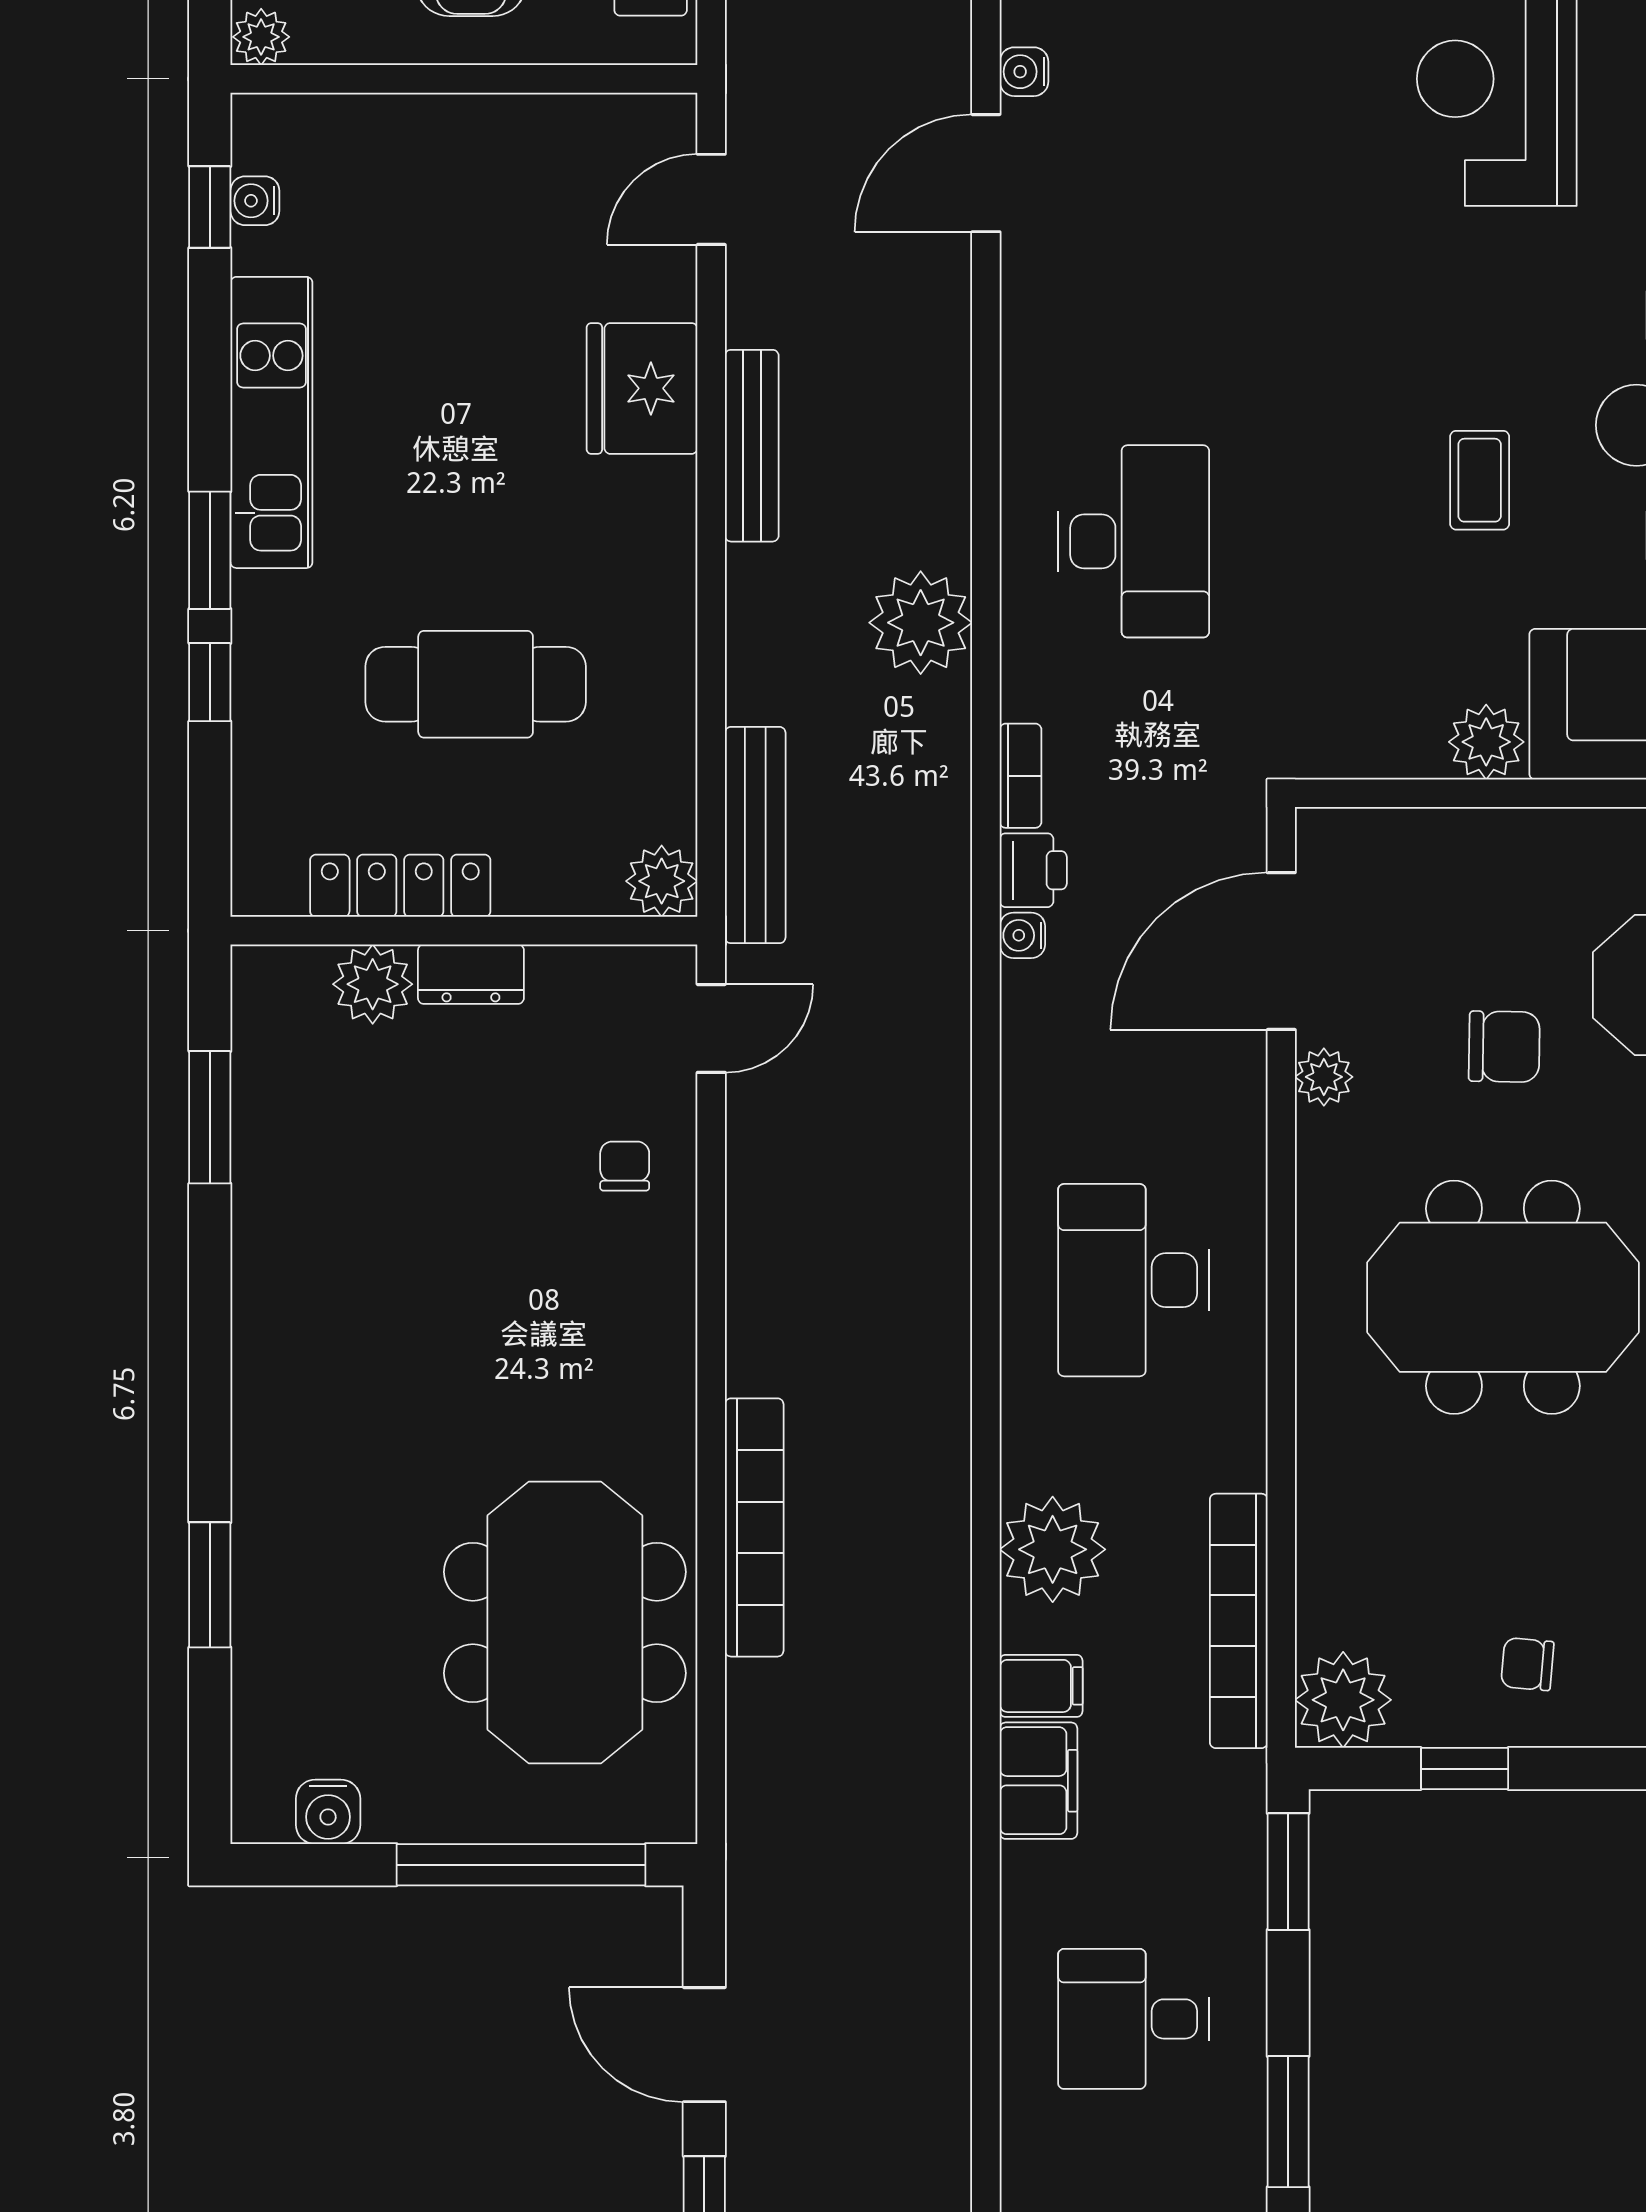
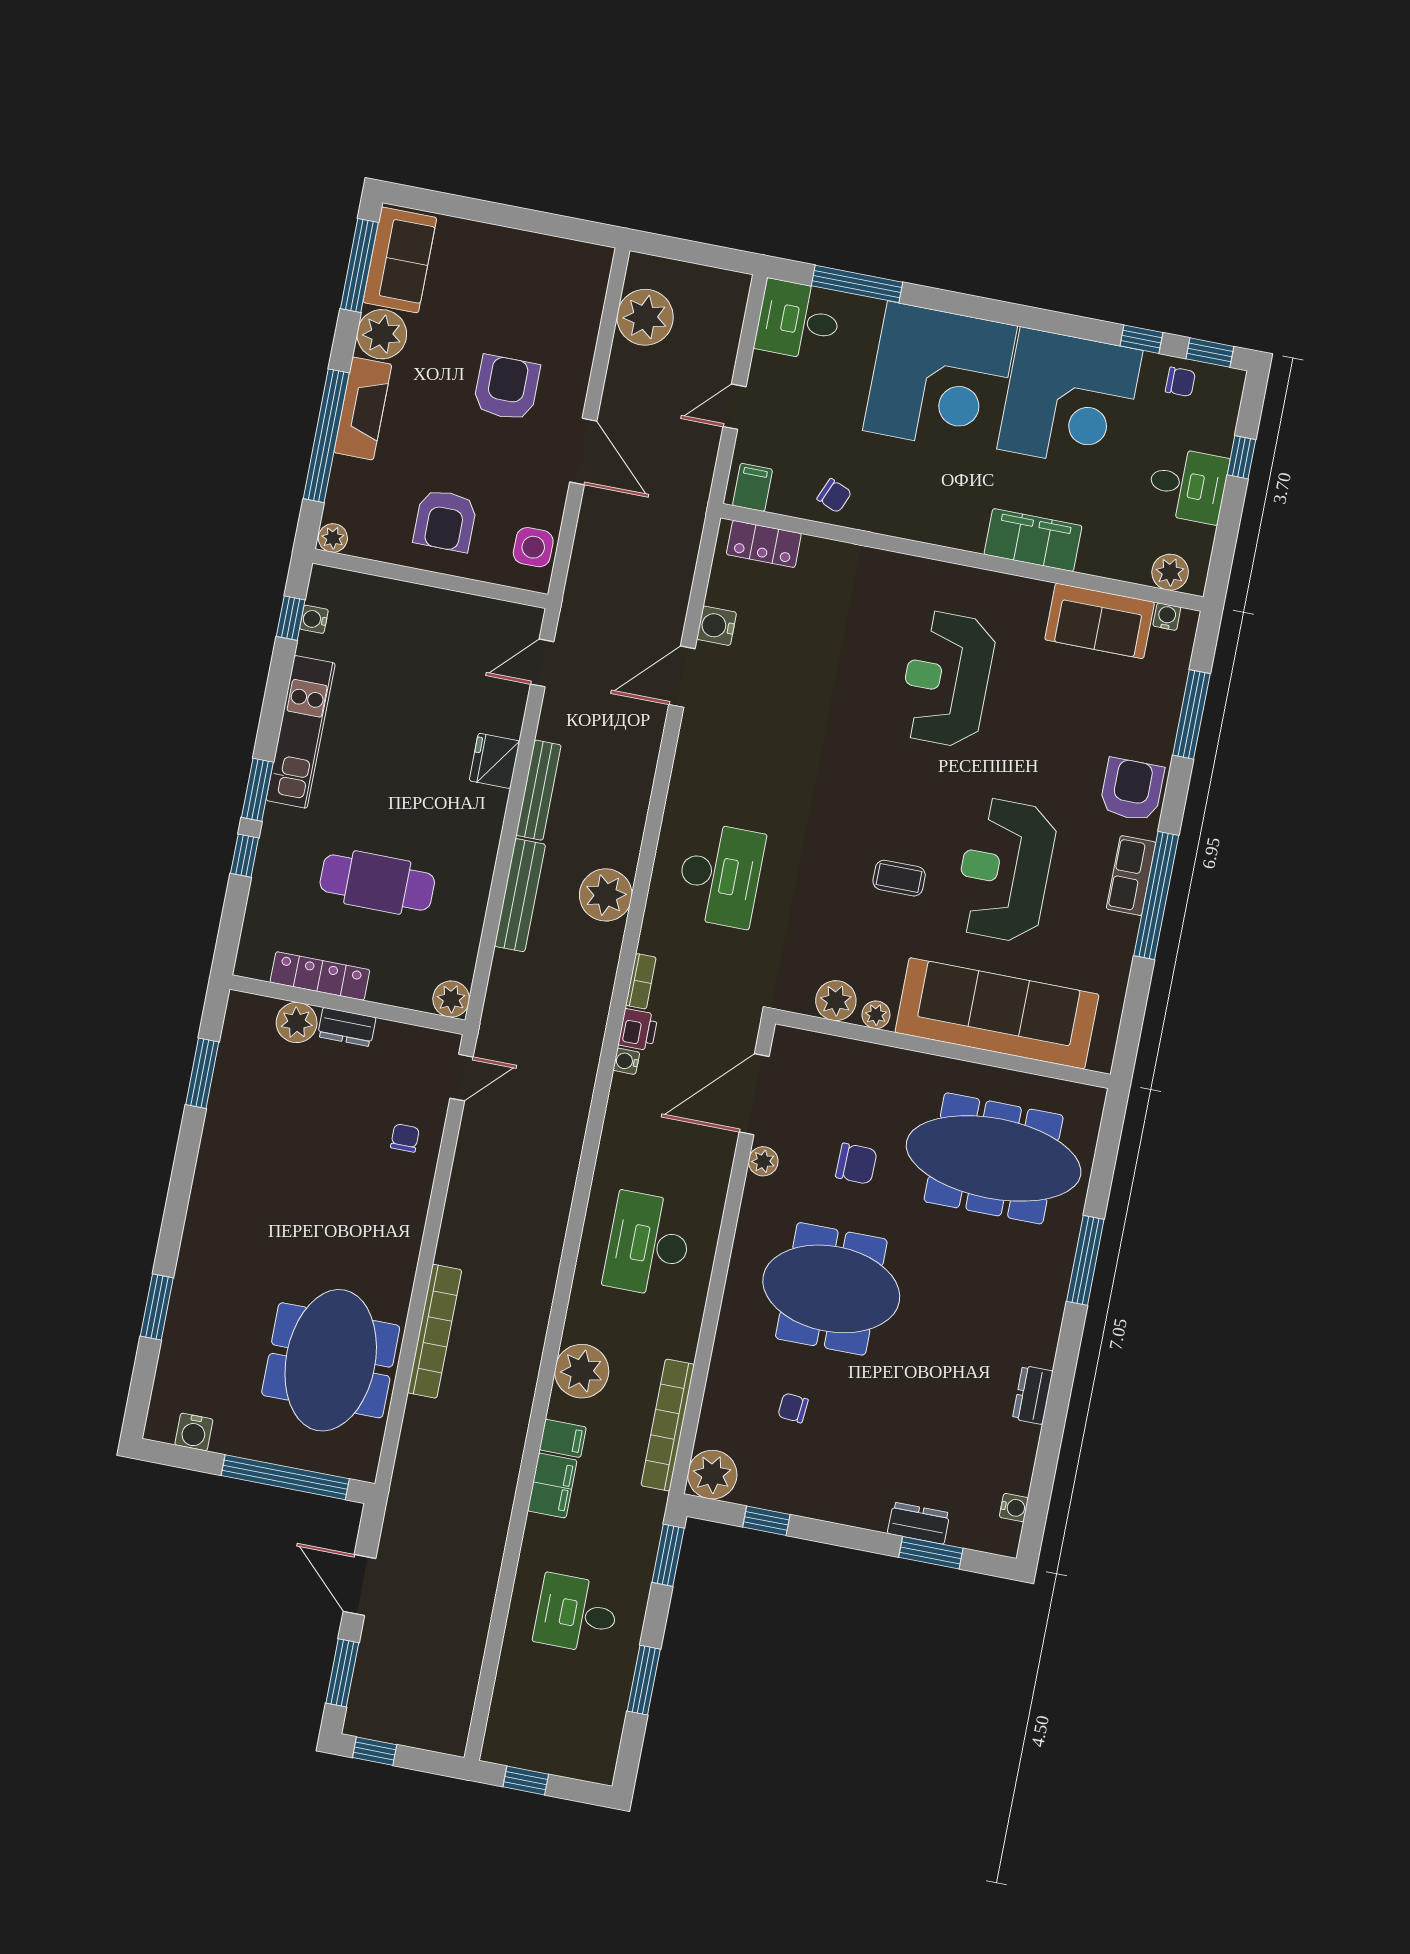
water cooler: (1024, 72) -> (717, 626), width x1.38, depth x1.38
fridge: (642, 388) -> (495, 761), width x0.73, depth x0.75
coffee table: (1480, 480) -> (899, 878), turned 90
plant: (1404, 740) -> (836, 1001), added
plant: (1486, 742) -> (876, 1015), width x0.73, depth x0.73
bench: (755, 835) -> (520, 895), moved
chair: (1527, 1664) -> (793, 1408), moved

